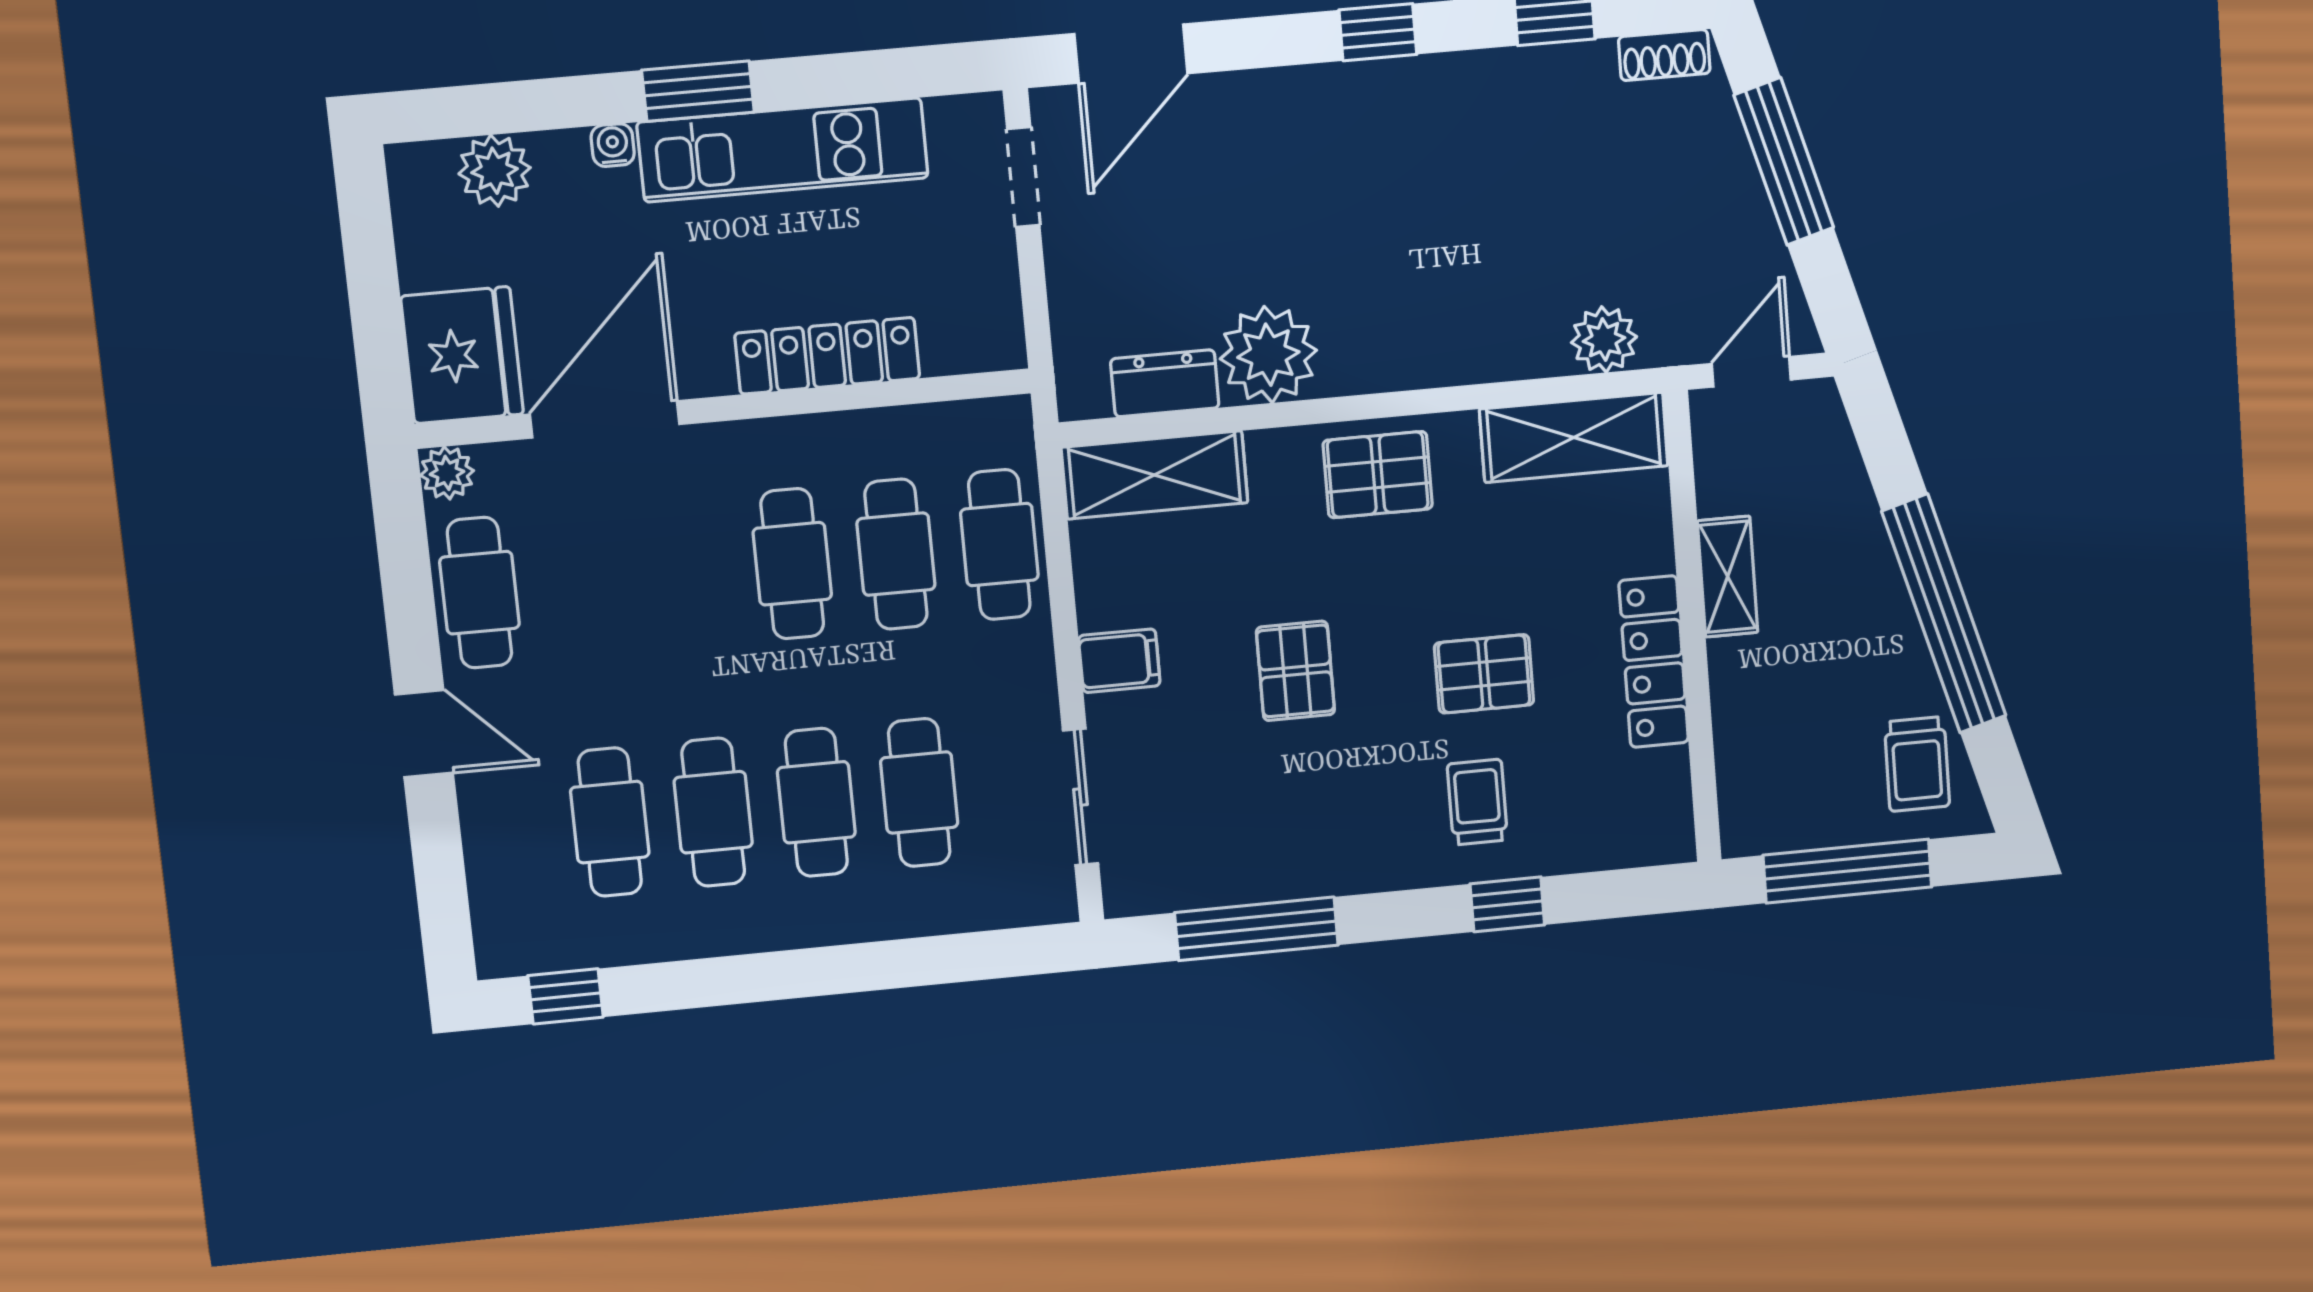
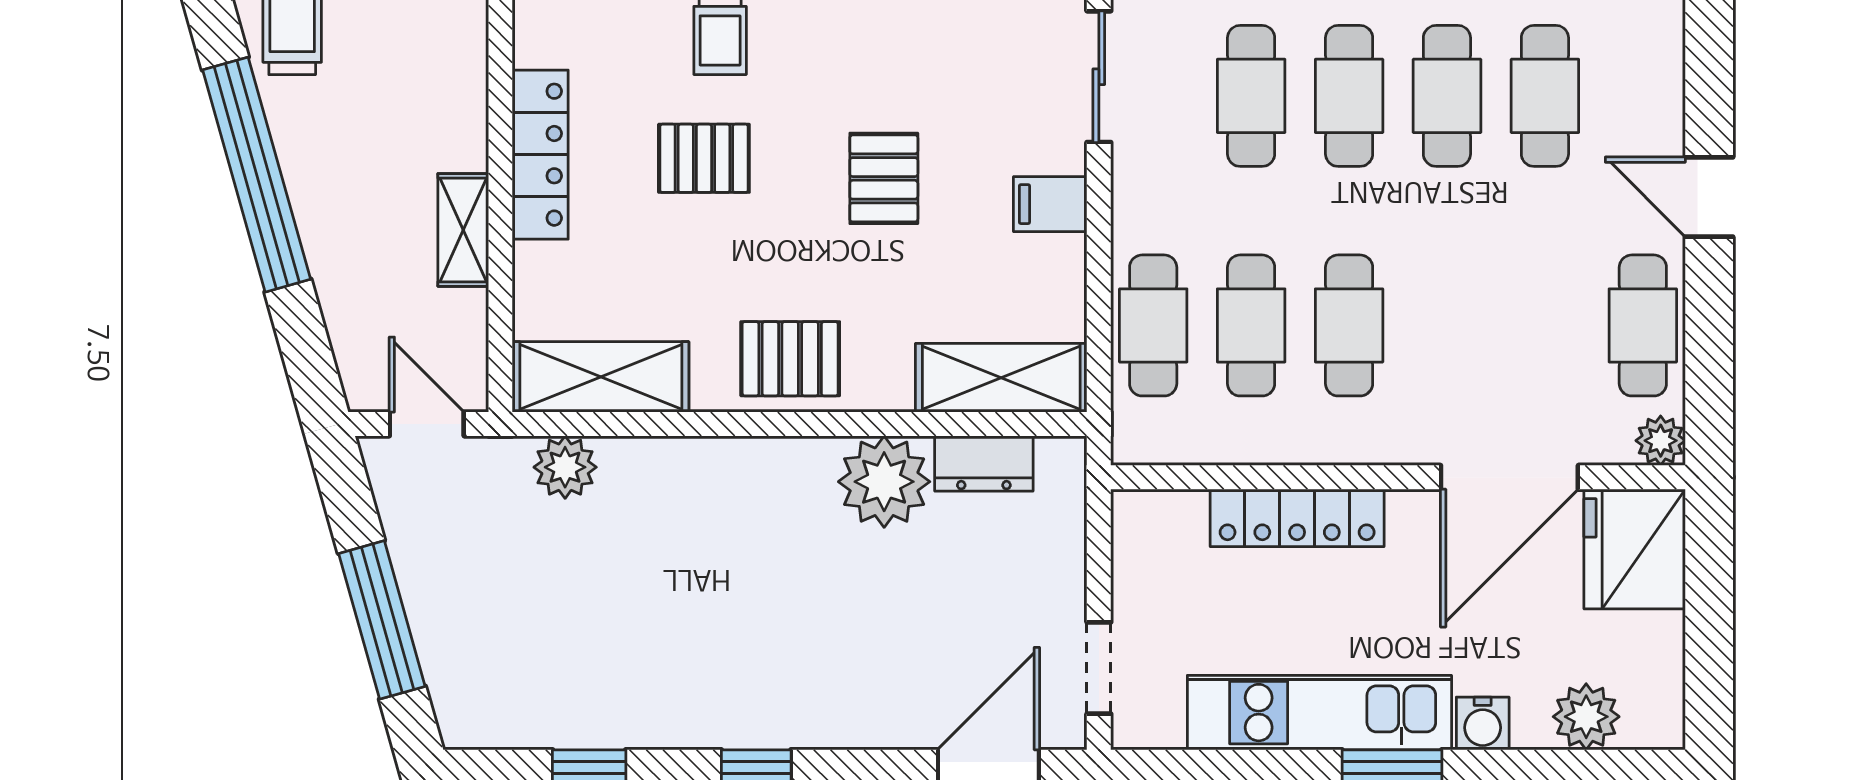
shoe rack: (1664, 55) -> (488, 729), removed
water cooler: (613, 145) -> (1483, 723), width x1.38, depth x1.38
door: (1751, 372) -> (427, 424), swing flipped

